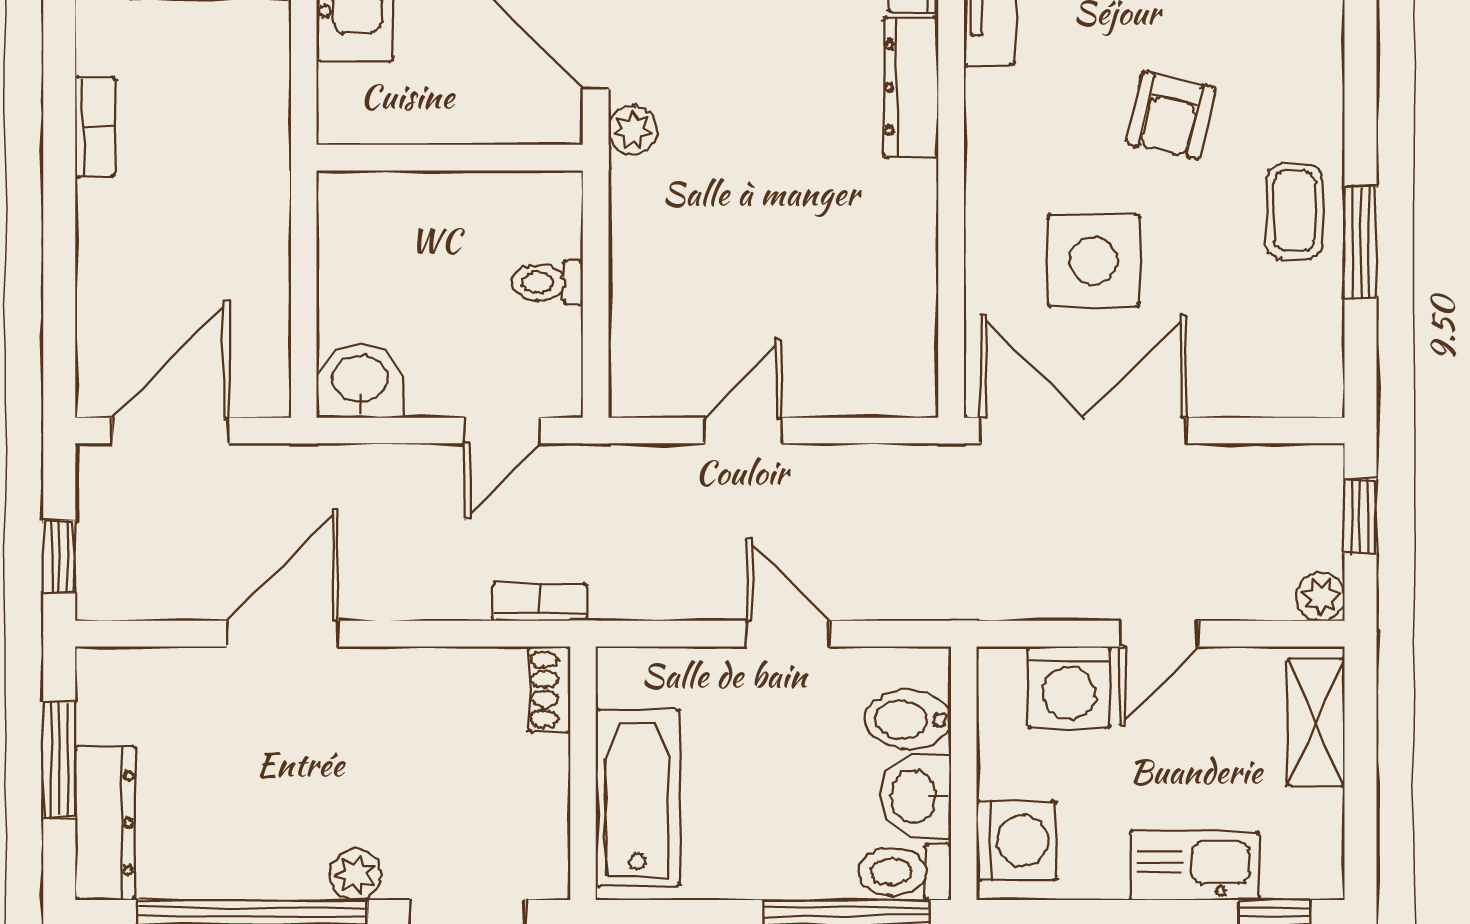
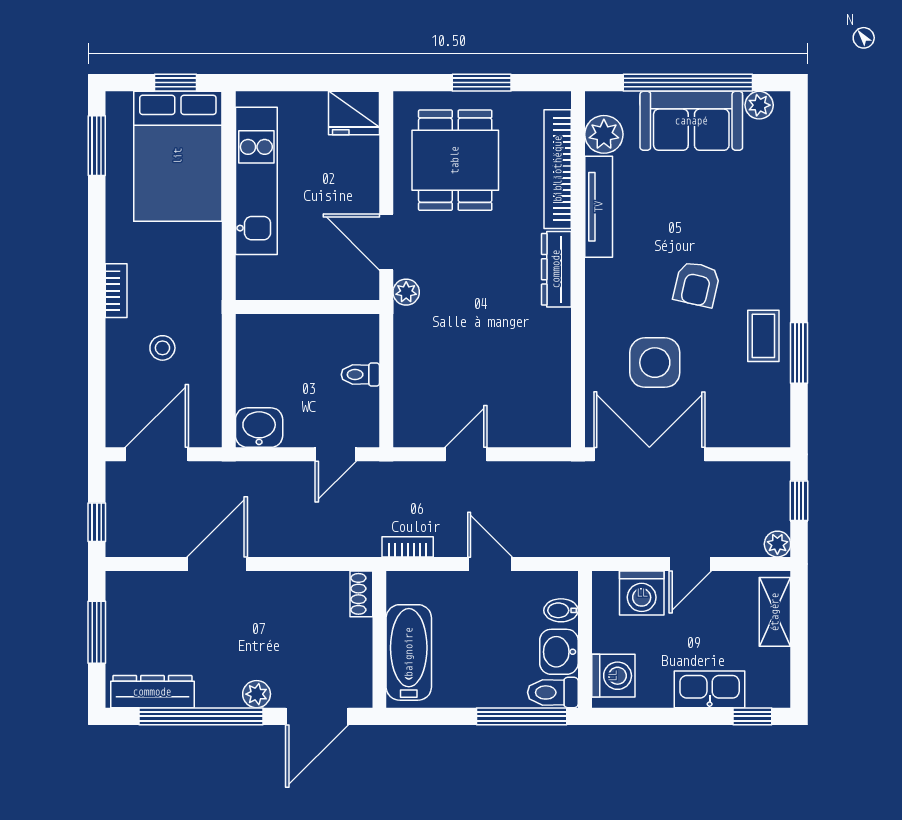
stool: (181, 233) -> (162, 348), added
bookcase: (539, 602) -> (408, 547), moved
bidet: (908, 720) -> (561, 610), width x0.72, depth x0.74
dresser: (105, 823) -> (152, 692), moved, turned -90

